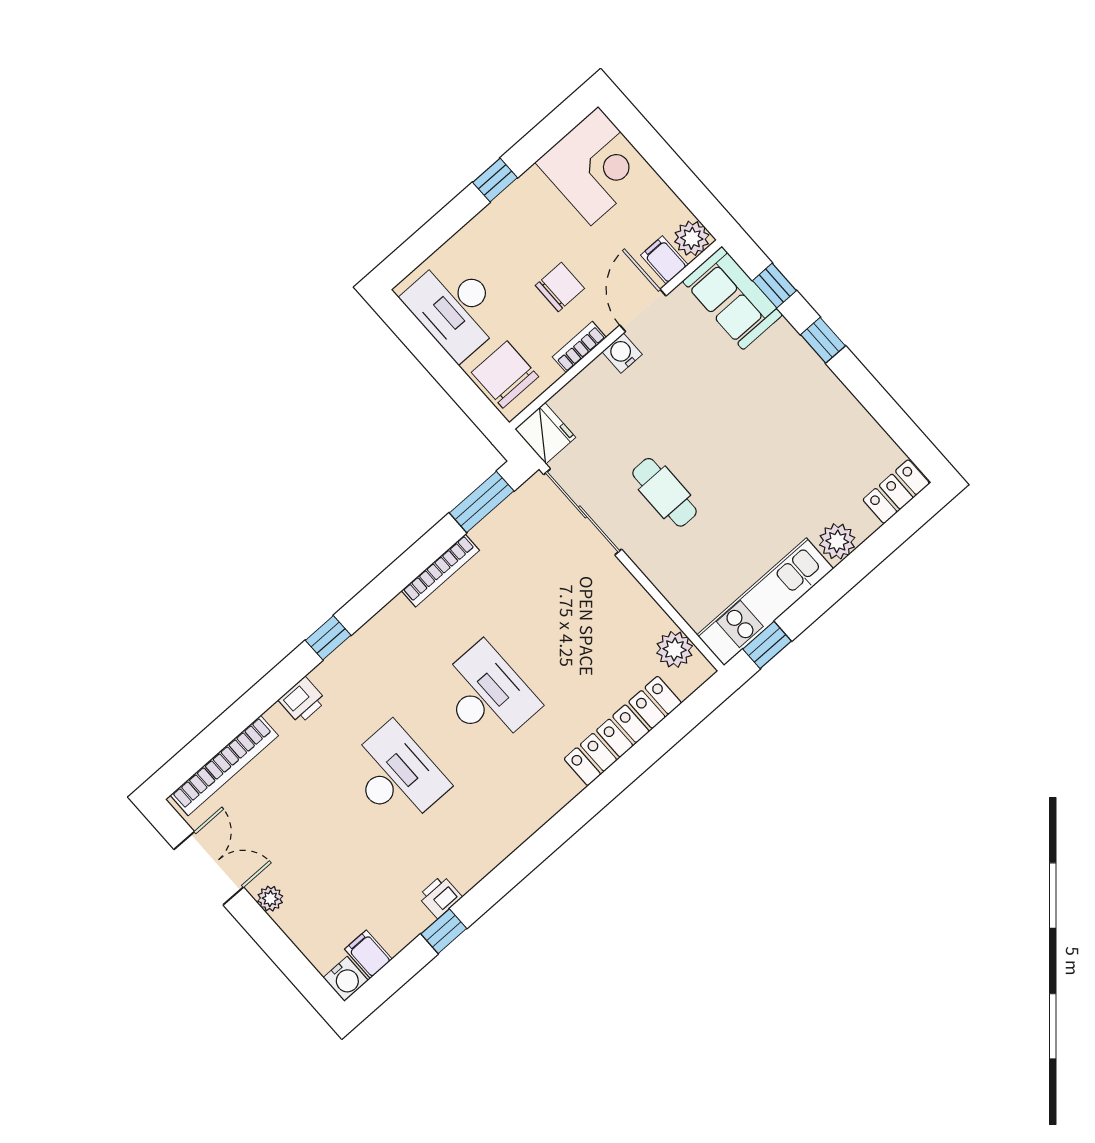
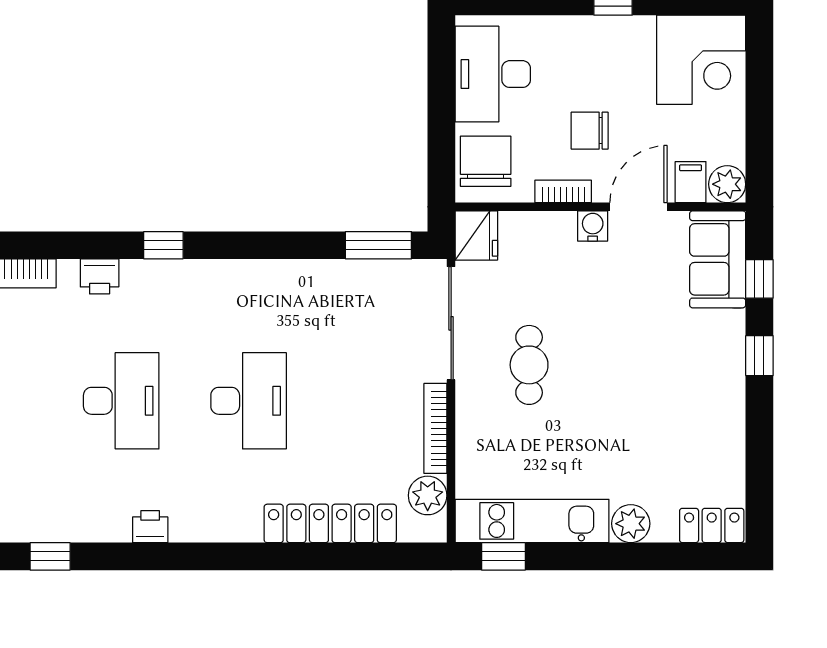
chair: (560, 287) -> (590, 131), turned 180
bookcase: (440, 571) -> (435, 428), moved, turned 90
printer: (440, 897) -> (150, 527), moved

